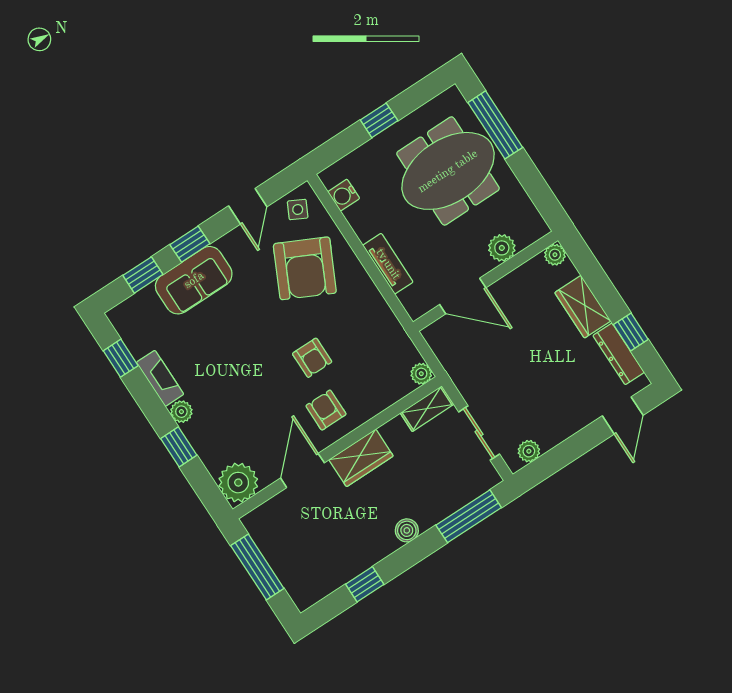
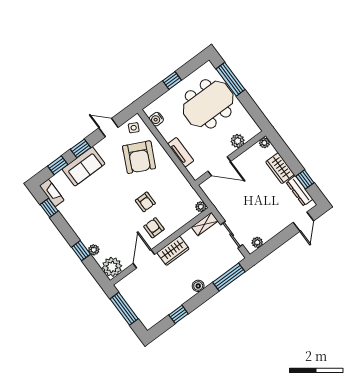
door: (248, 206) -> (108, 128), swing flipped
fireplace: (160, 378) -> (52, 193), moved
plant: (181, 412) -> (94, 250), moved

